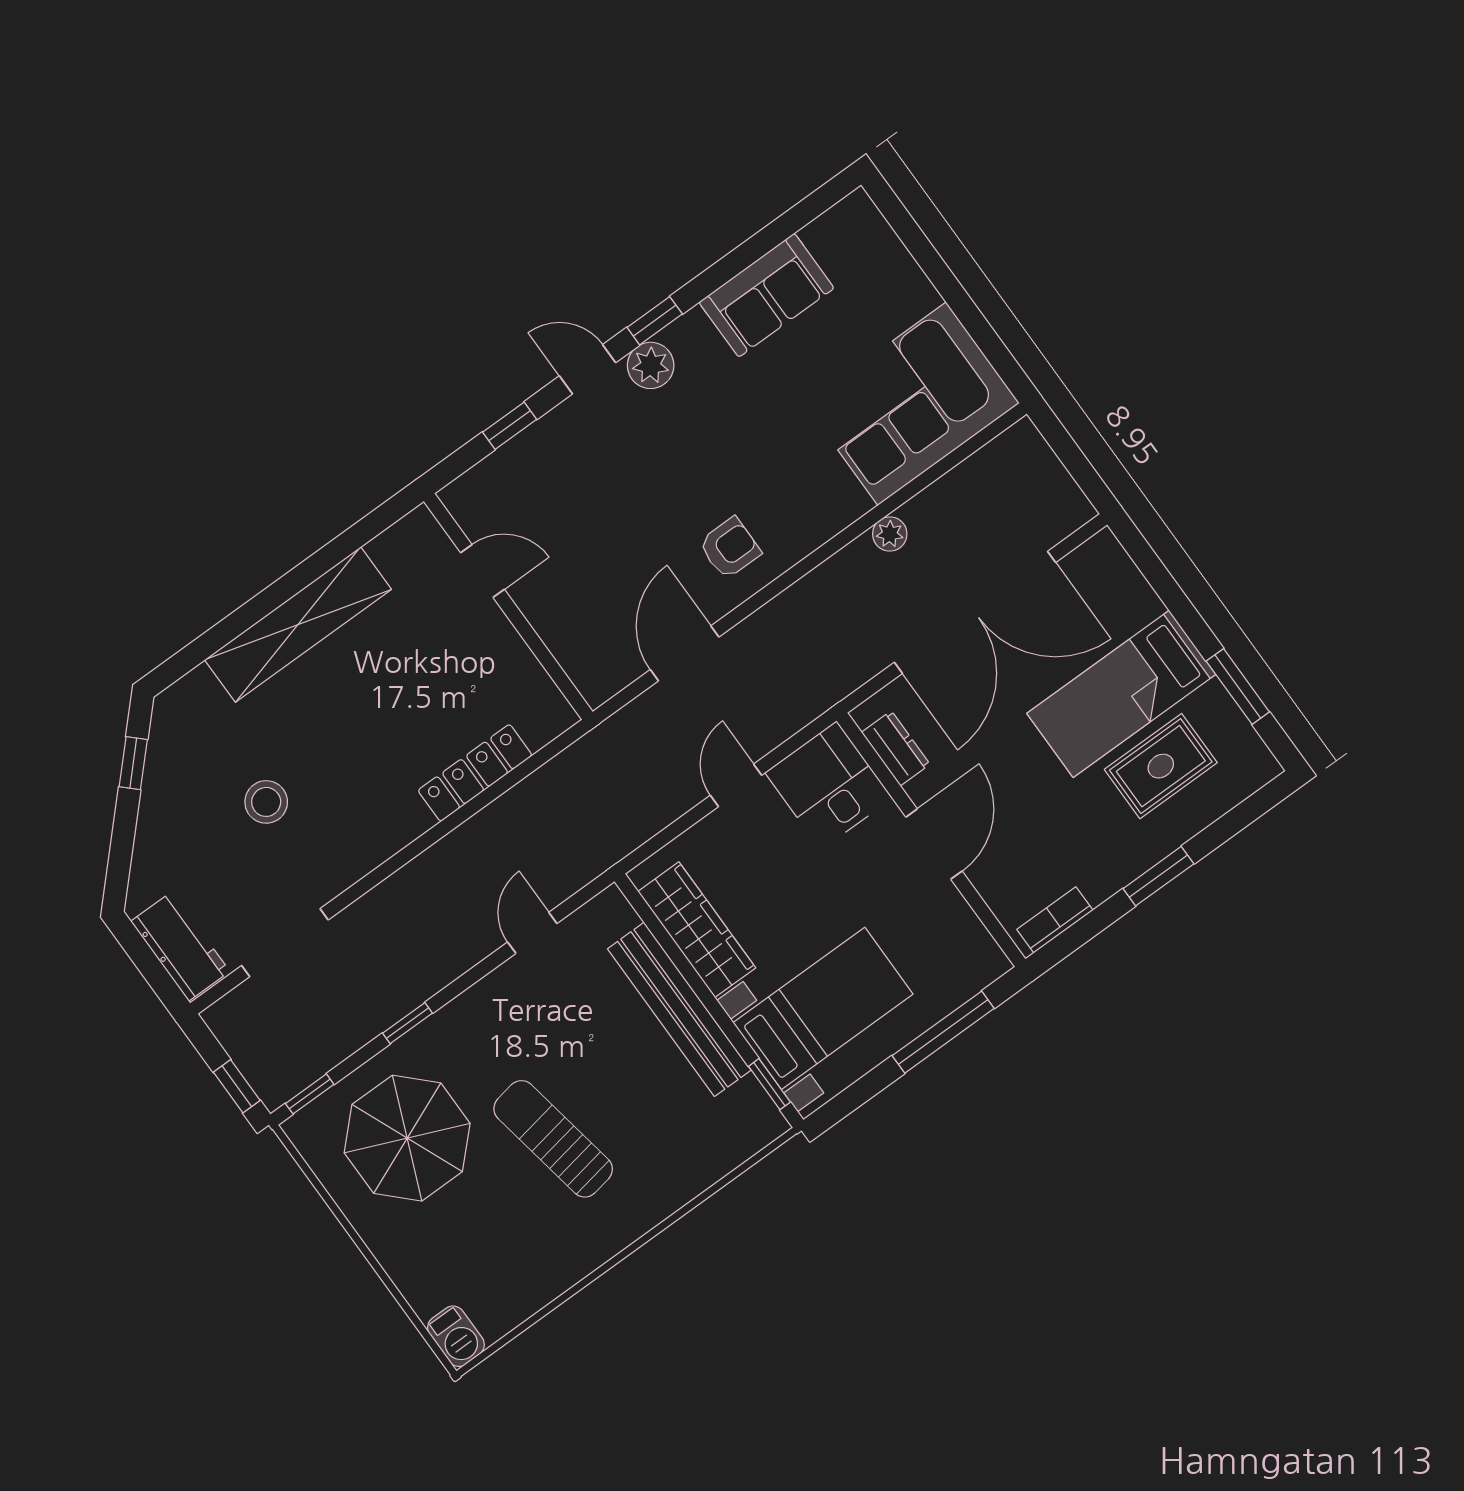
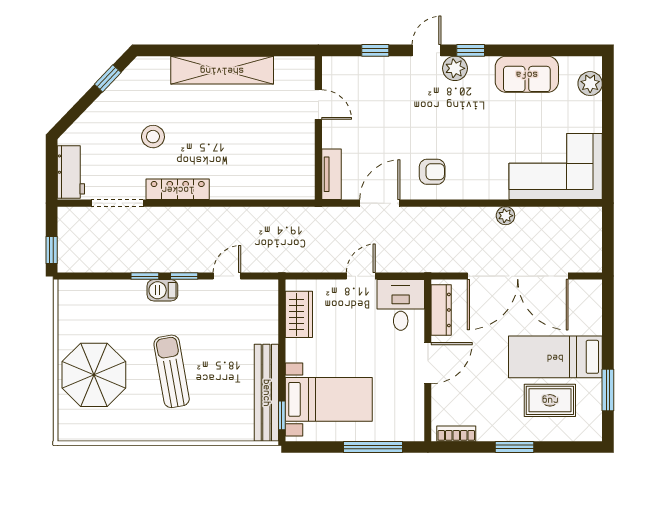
plant: (873, 240) -> (590, 84), added
door: (588, 369) -> (427, 50), hinge flipped
tv unit: (579, 663) -> (331, 174), added
dresser: (896, 748) -> (441, 310), width x1.44
locker: (475, 773) -> (178, 189), moved
wardrobe: (697, 930) -> (299, 314), width x0.67
bench: (679, 1009) -> (266, 393), moved
window: (310, 1094) -> (184, 276), moved
parasol: (407, 1138) -> (94, 375), moved
barbecue: (456, 1336) -> (162, 290), moved, turned 90

